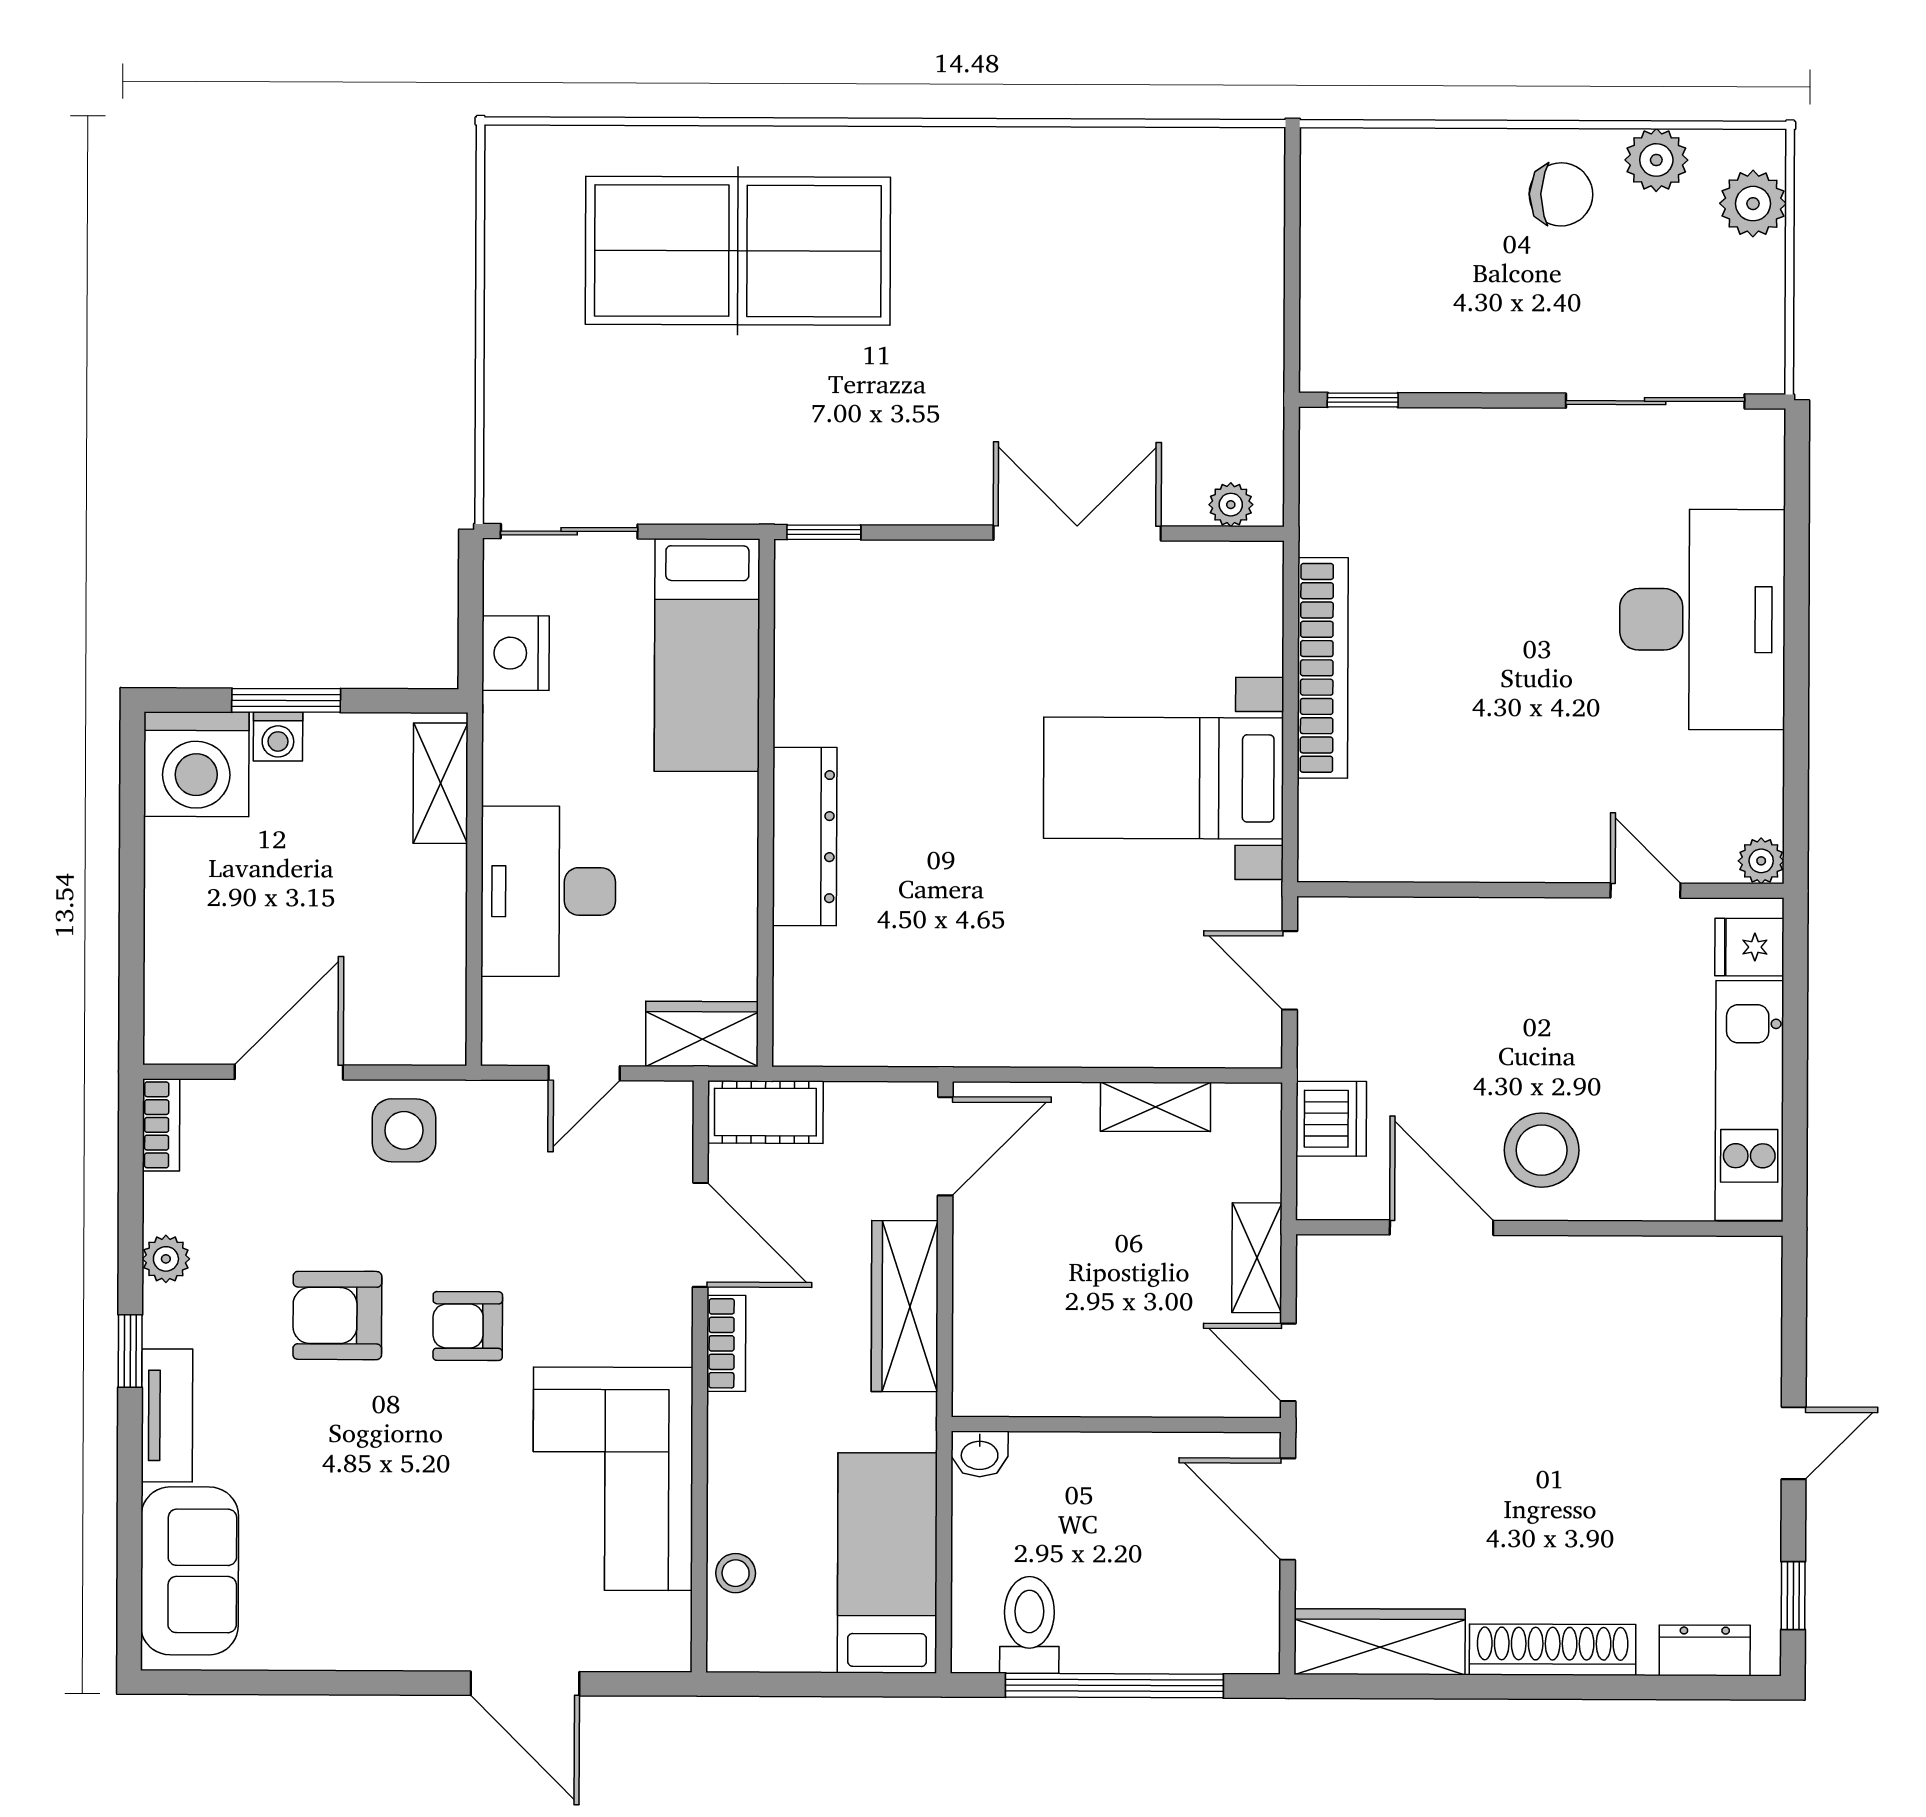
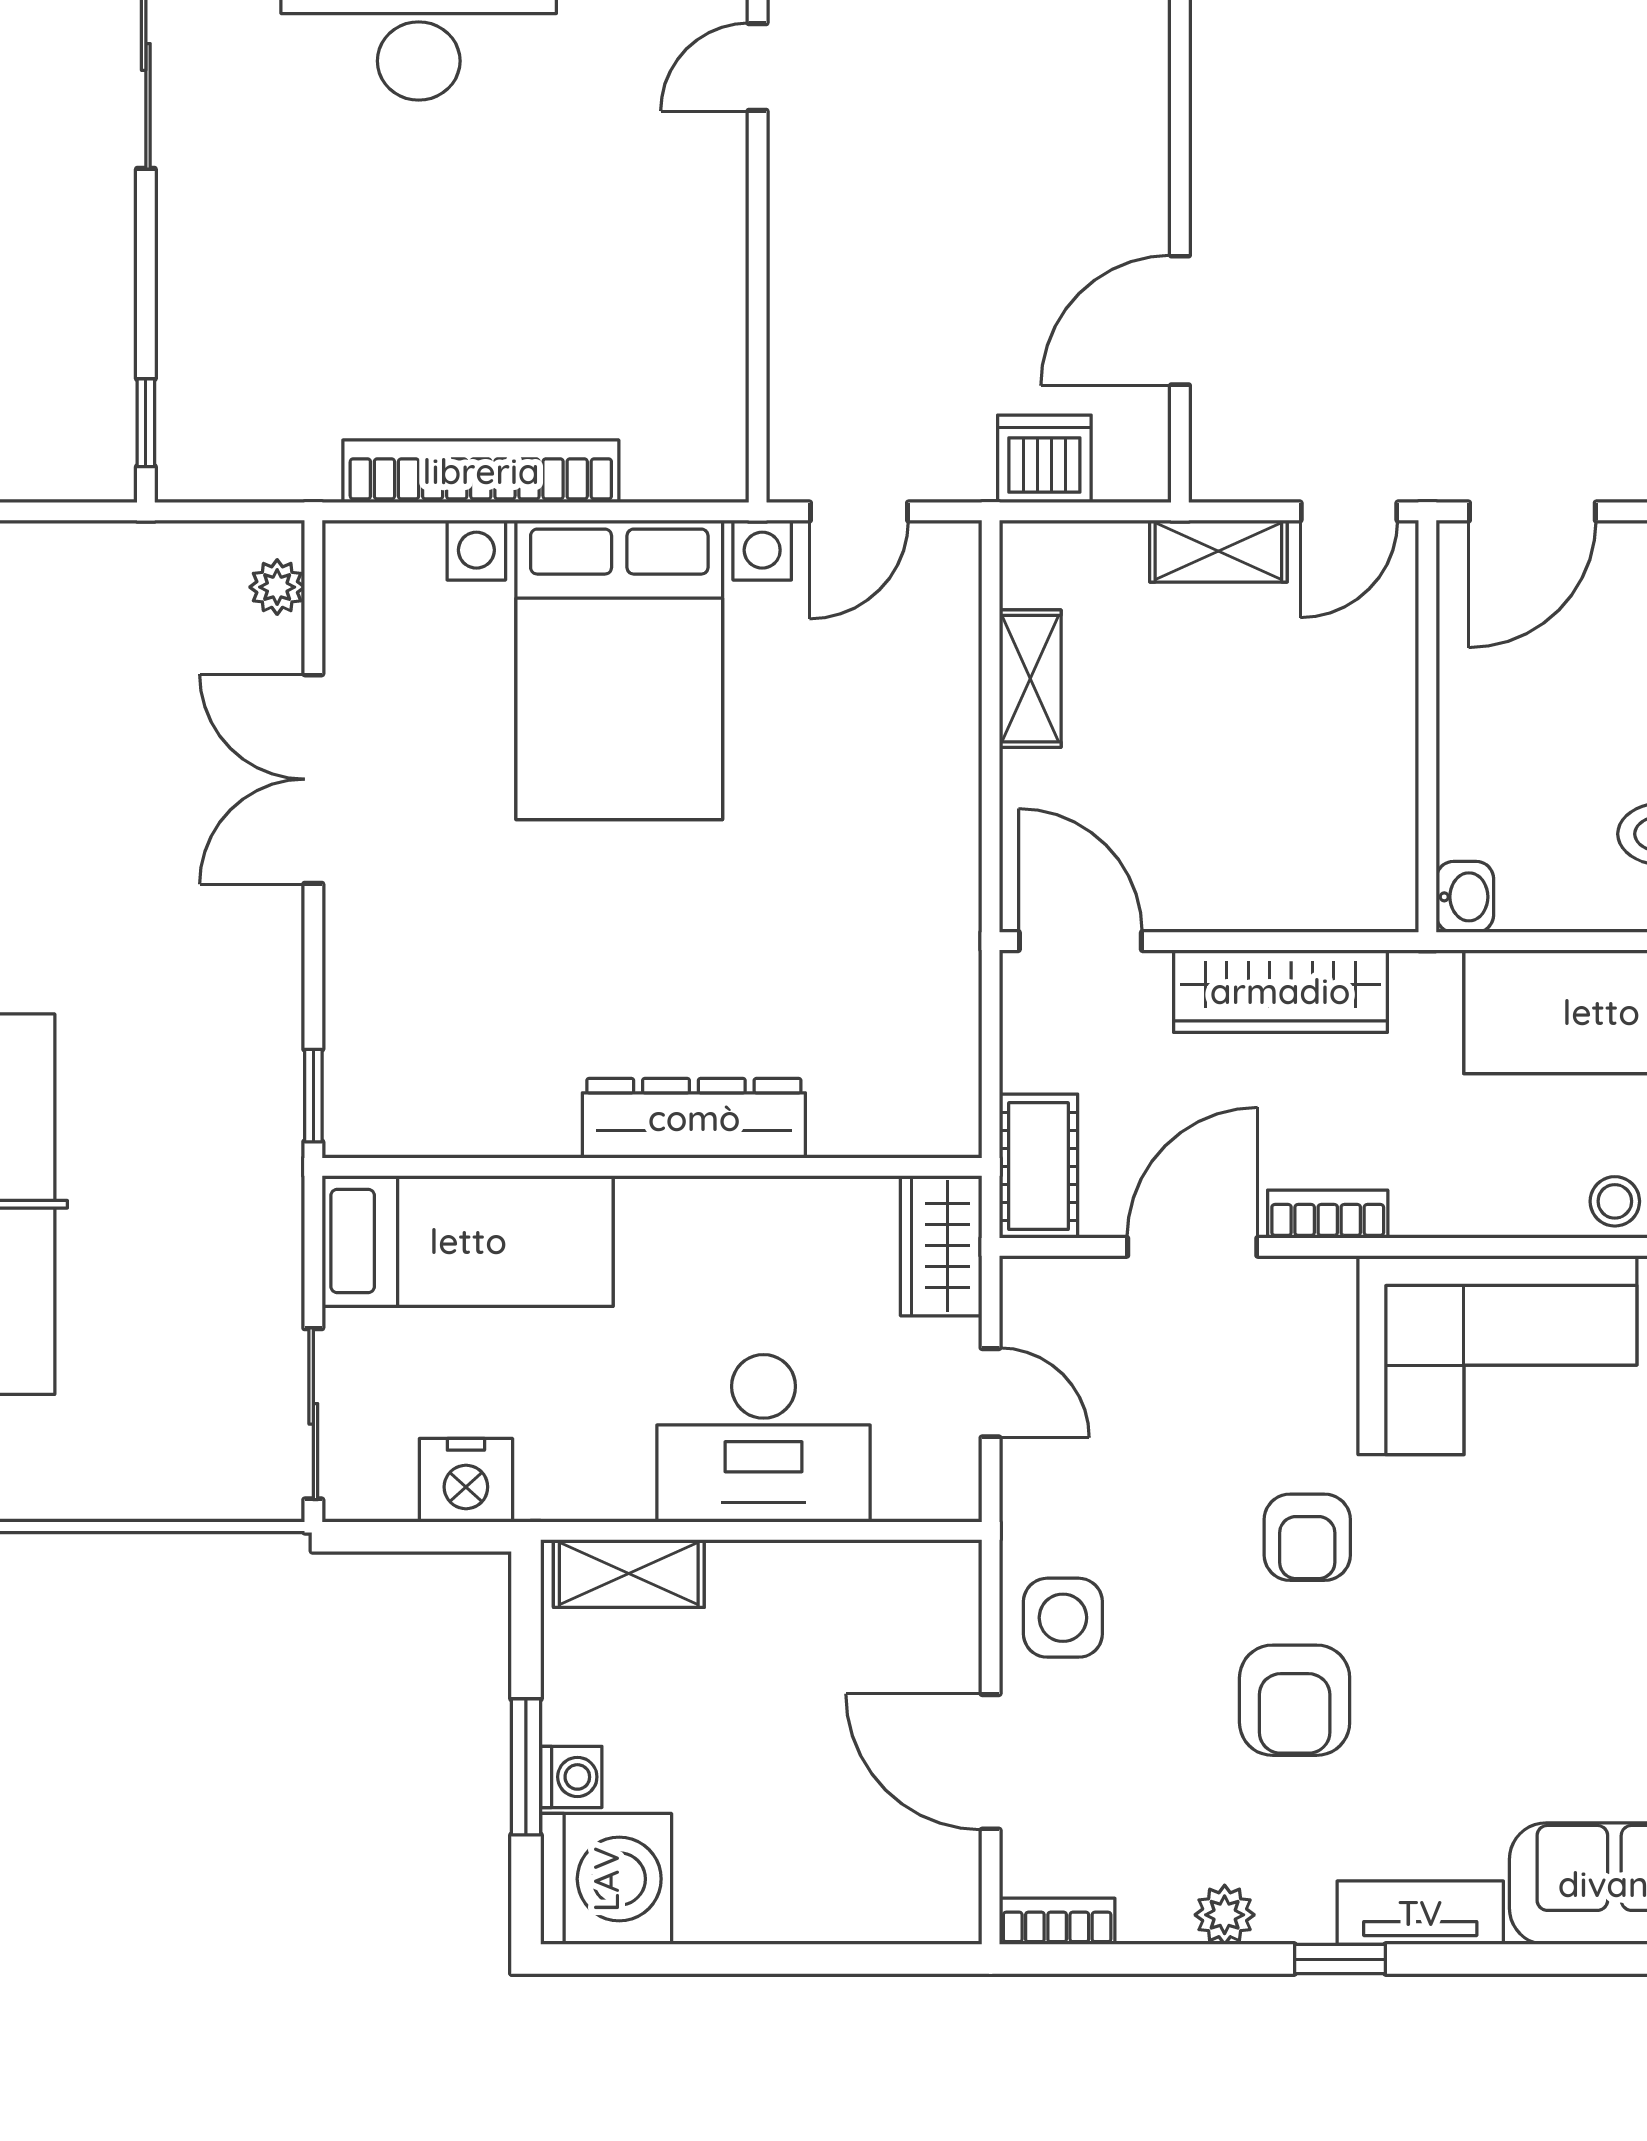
bed with nightstands: (1164, 778) -> (619, 670), width x1.36
stool: (1542, 1150) -> (1083, 196), removed

